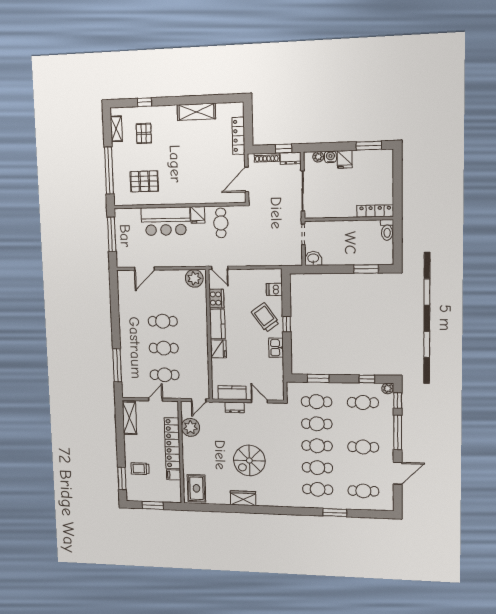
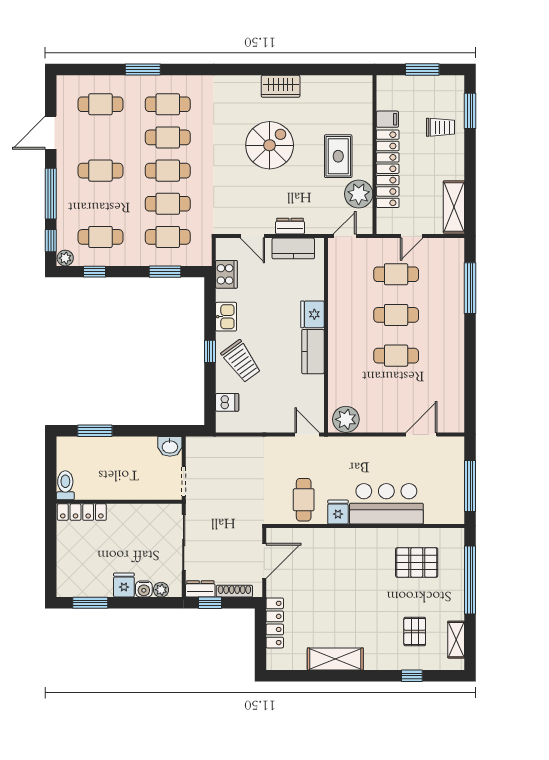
cooker: (216, 299) -> (226, 274), moved, turned 180
rug: (196, 488) -> (338, 156), moved

